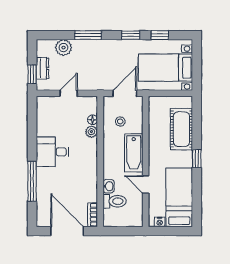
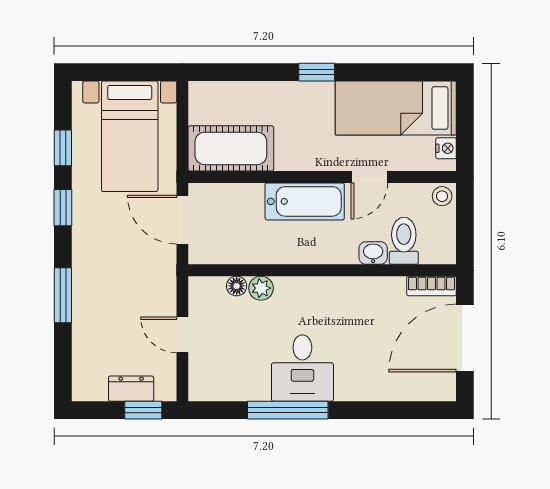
plant: (63, 48) -> (88, 346), removed
stool: (120, 121) -> (442, 196), moved
cot: (181, 129) -> (231, 148), moved
window: (32, 181) -> (288, 410), moved

